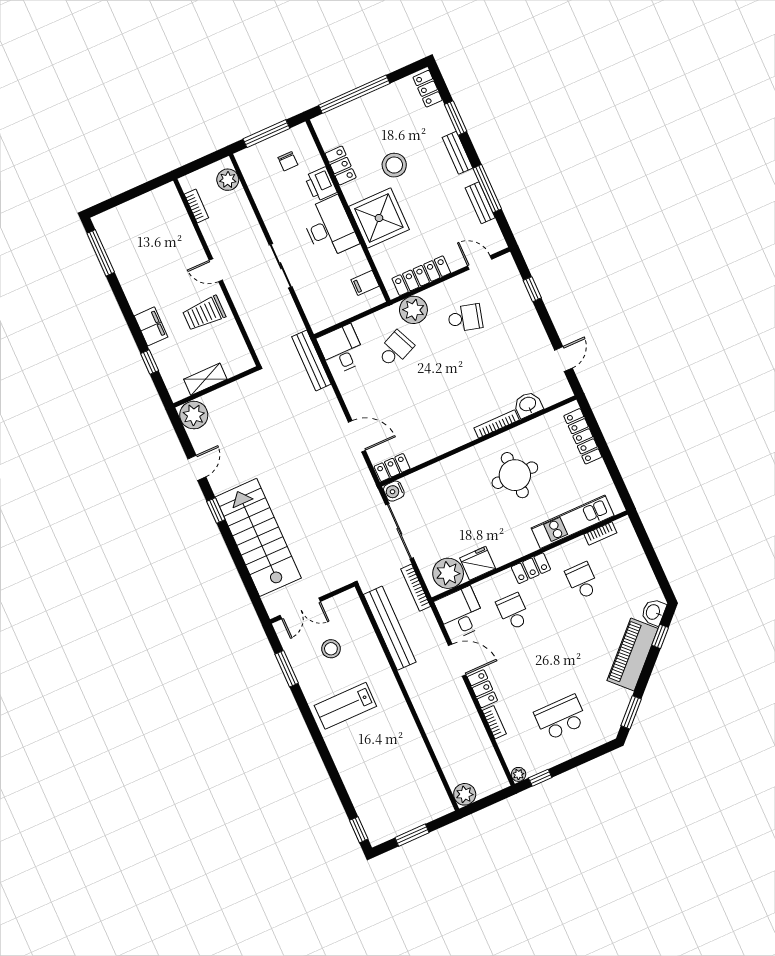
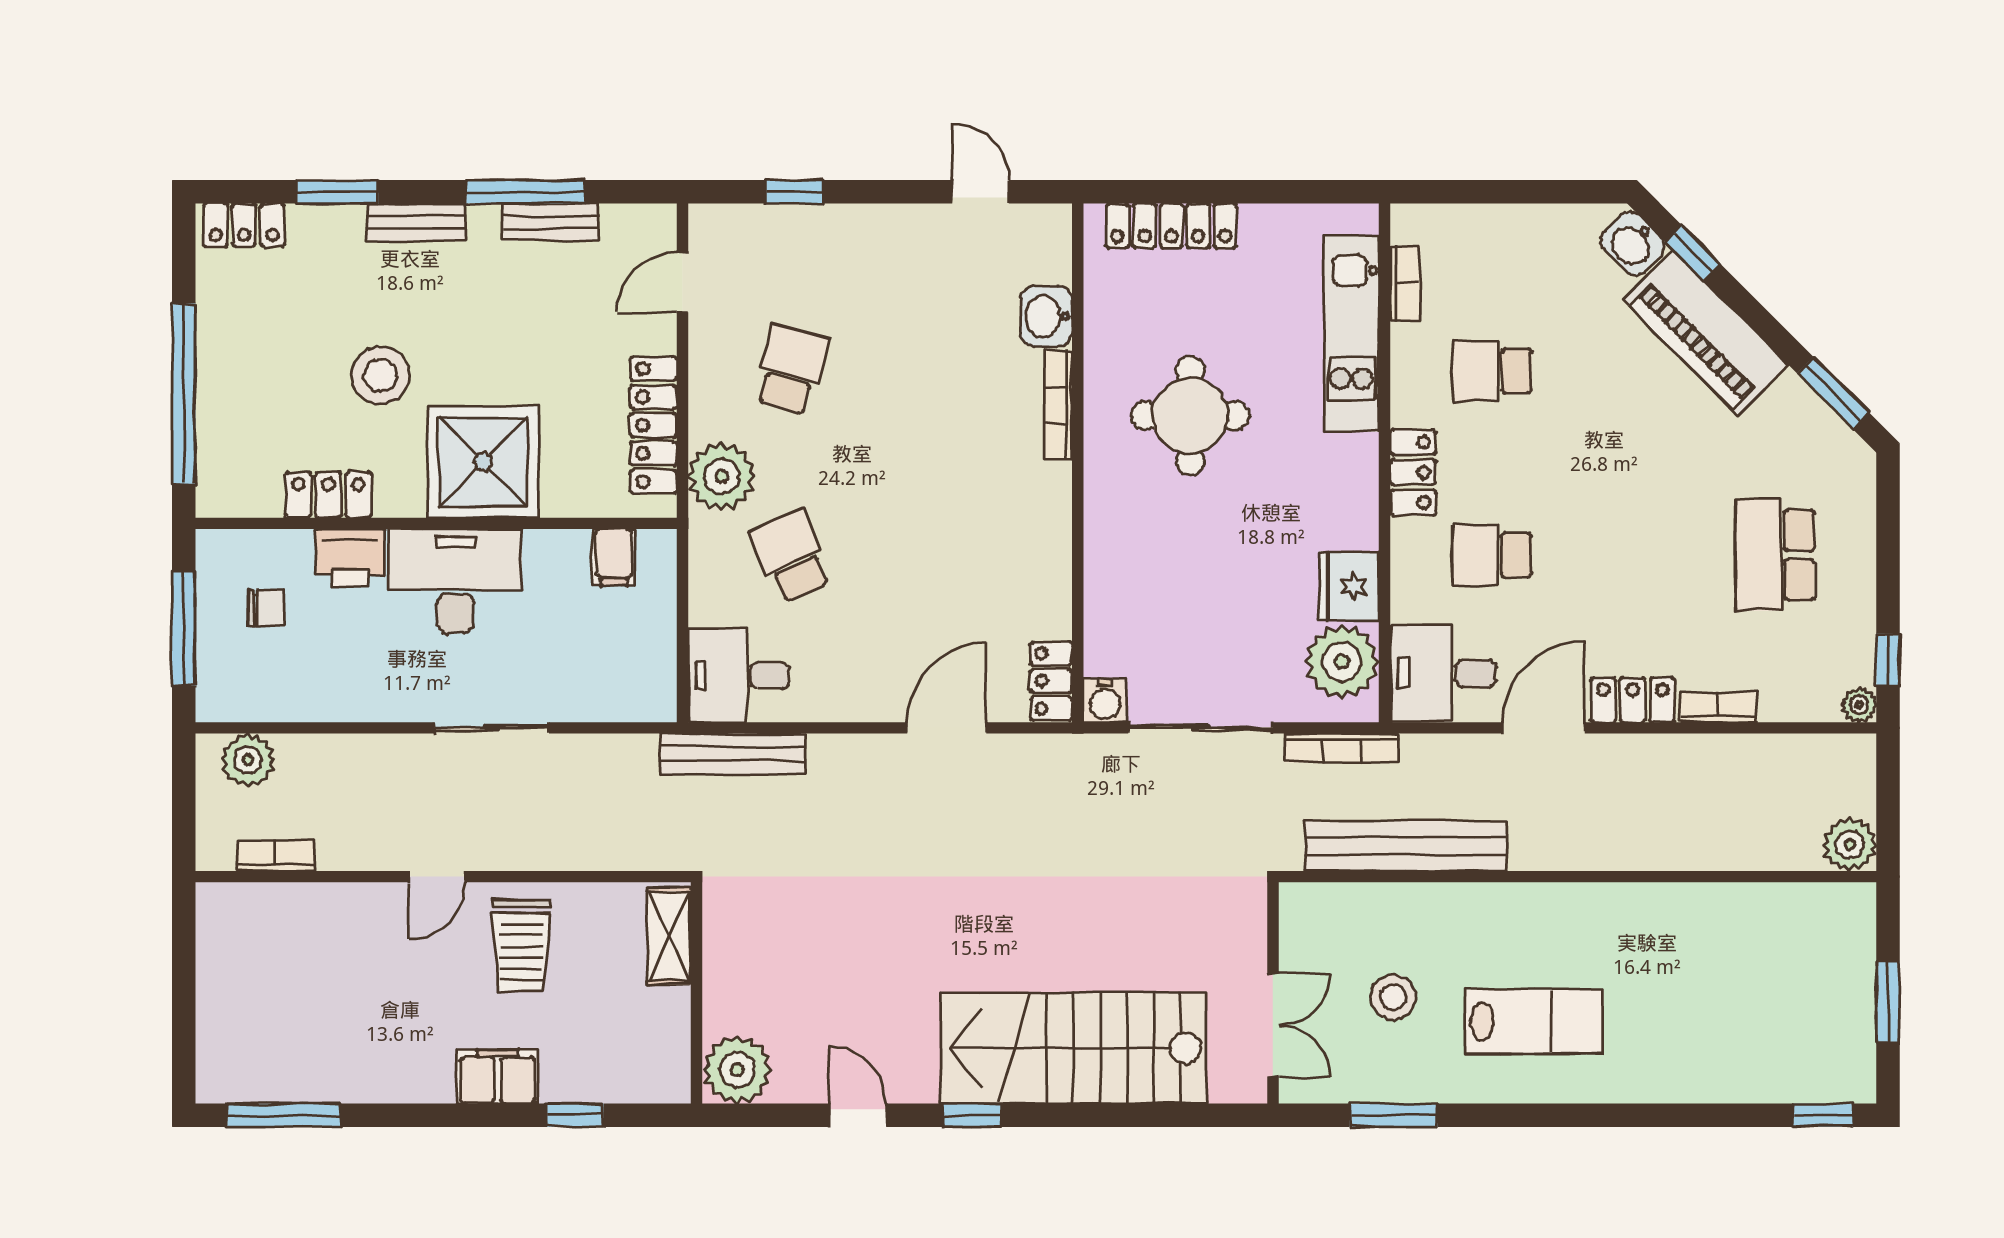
shelving: (205, 379) -> (669, 936), moved
lab bench: (345, 706) -> (1534, 1021), turned -90

